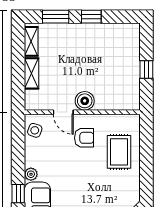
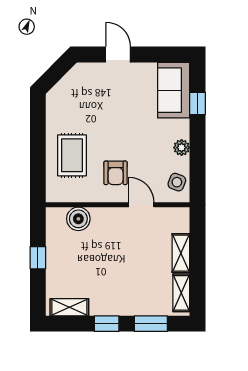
shelving: (121, 30) -> (69, 307), added
boiler: (85, 101) -> (78, 219), moved
armchair: (84, 138) -> (116, 173), turned -90
plant: (31, 174) -> (182, 148), moved

